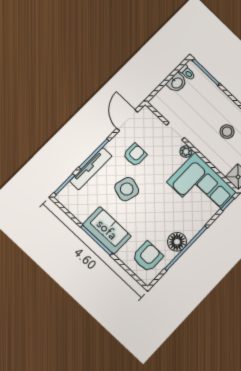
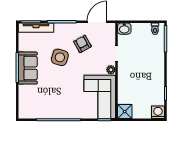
washbasin: (177, 83) -> (124, 29), moved
stool: (227, 132) -> (144, 82), removed
armchair: (135, 155) -> (83, 44), turned -119
tv unit: (91, 169) -> (36, 28), moved
floor lamp: (177, 242) -> (57, 112), removed
armchair: (148, 257) -> (34, 103), removed

